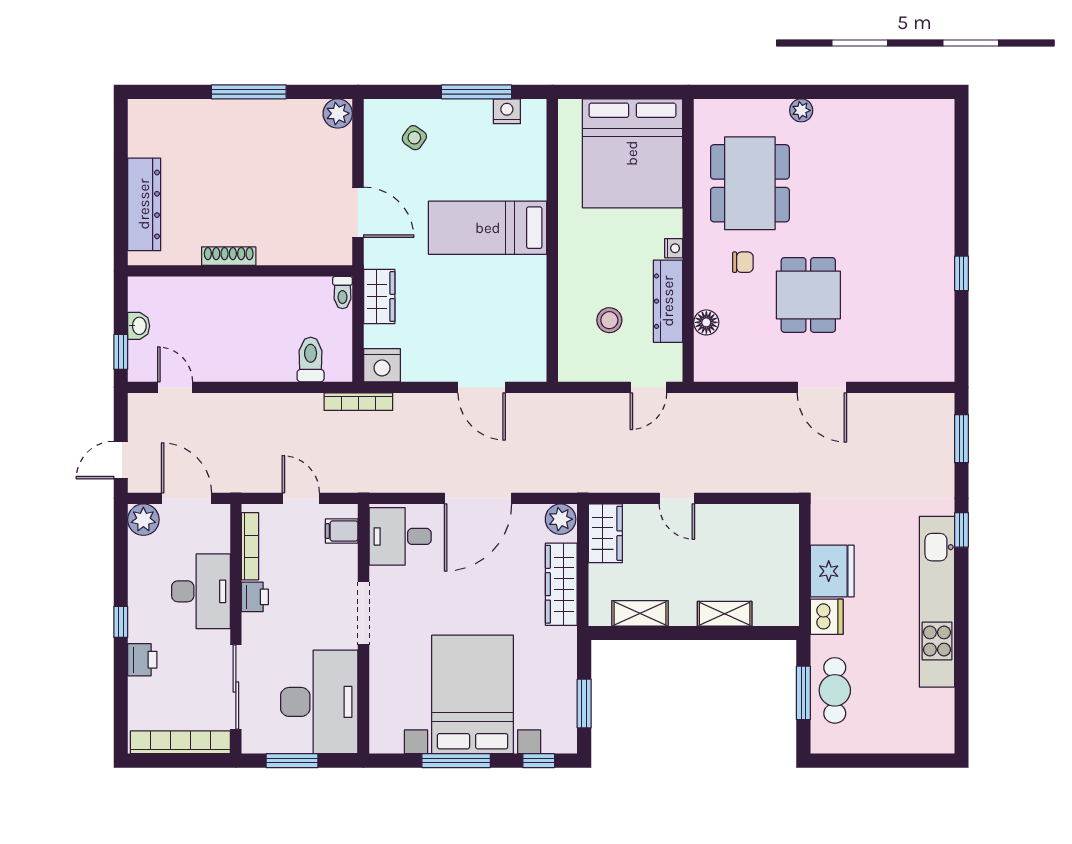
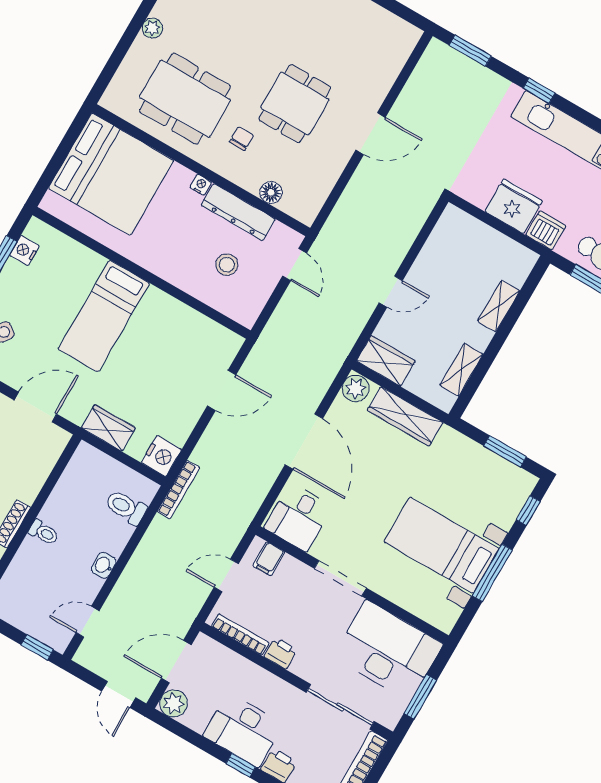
toilet: (343, 293) -> (44, 532), moved
dining table: (808, 295) -> (295, 104), turned 90
washbasin: (139, 326) -> (104, 565), moved, turned -90
desk: (201, 591) -> (243, 730), moved, turned 180
bed with nightstands: (473, 694) -> (441, 545), width x0.73

